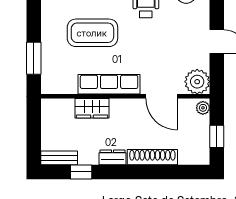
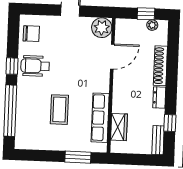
coffee table: (92, 33) -> (59, 110), width x0.73, depth x0.76
row of seats: (109, 84) -> (100, 118), moved
wardrobe: (92, 108) -> (119, 127), moved
plant: (203, 108) -> (152, 25), moved

